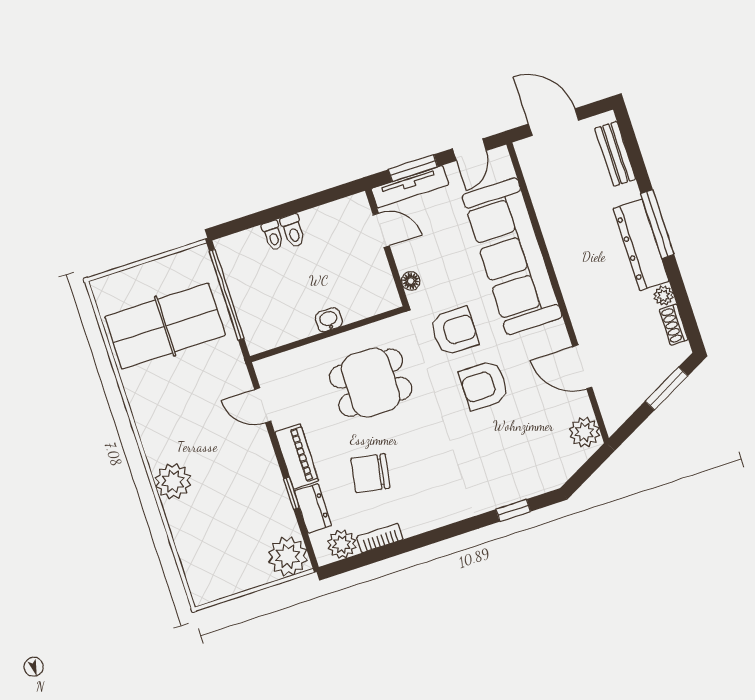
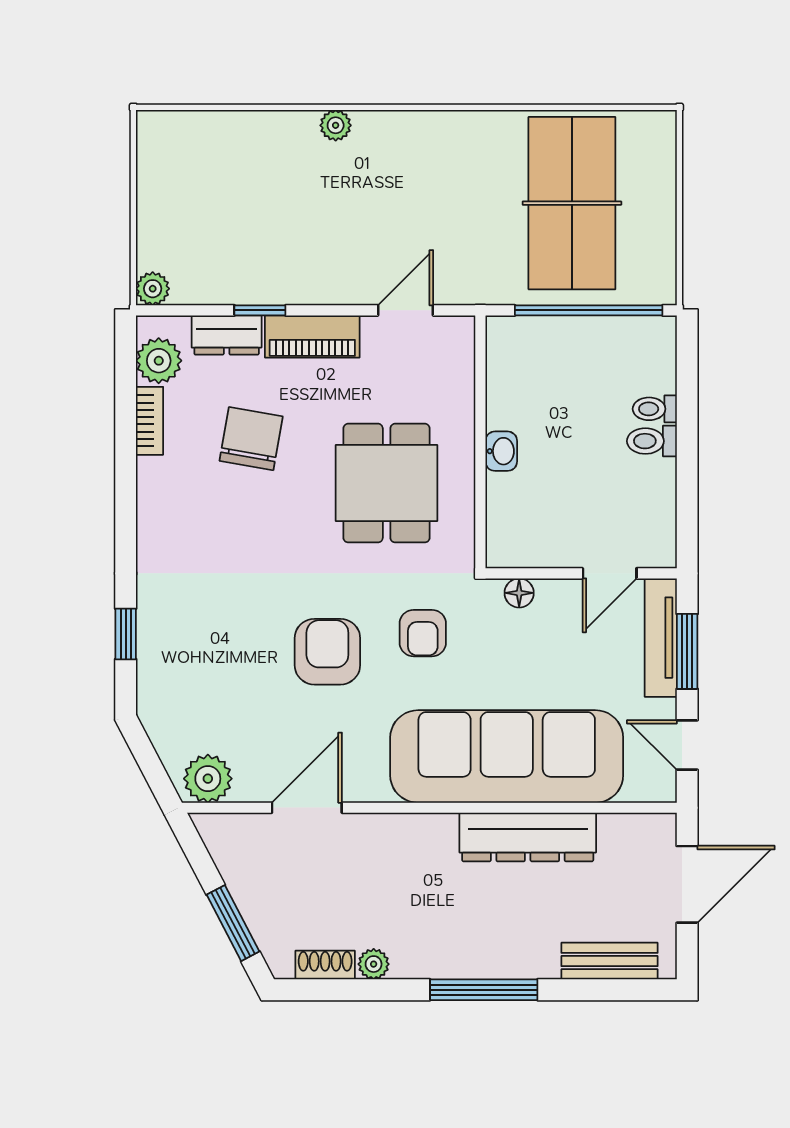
dresser: (641, 245) -> (528, 837), moved, turned 180
armchair: (454, 331) -> (423, 633), width x0.72, depth x0.72
plant: (173, 481) -> (336, 125), width x0.53, depth x0.53
plant: (288, 556) -> (153, 289), width x0.53, depth x0.53

